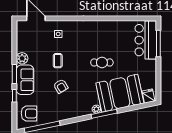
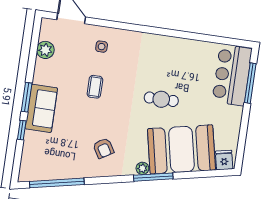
plant: (22, 58) -> (45, 50), moved
armchair: (61, 86) -> (103, 148), moved
armchair: (29, 113) -> (40, 160), removed

